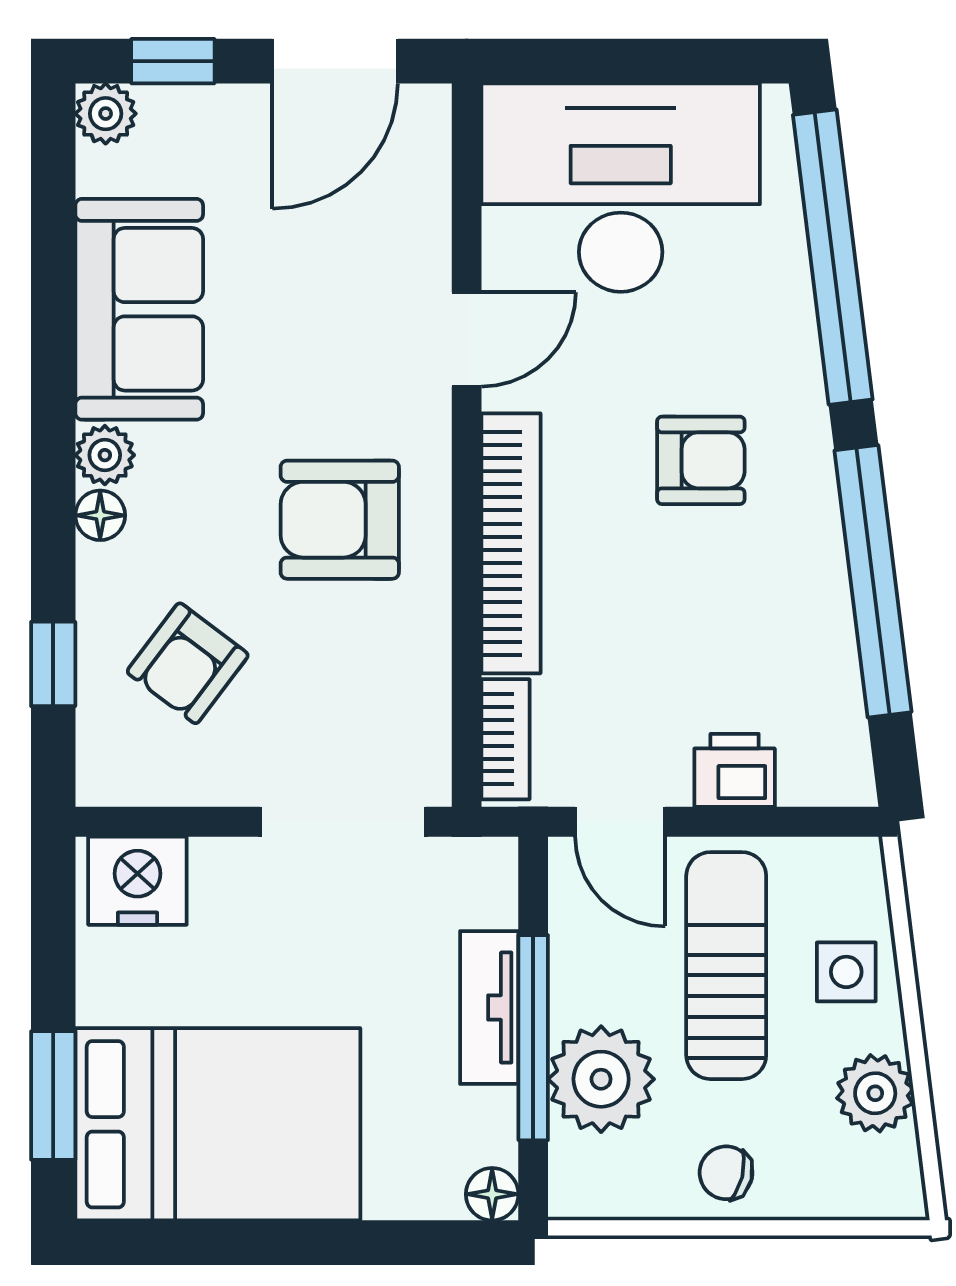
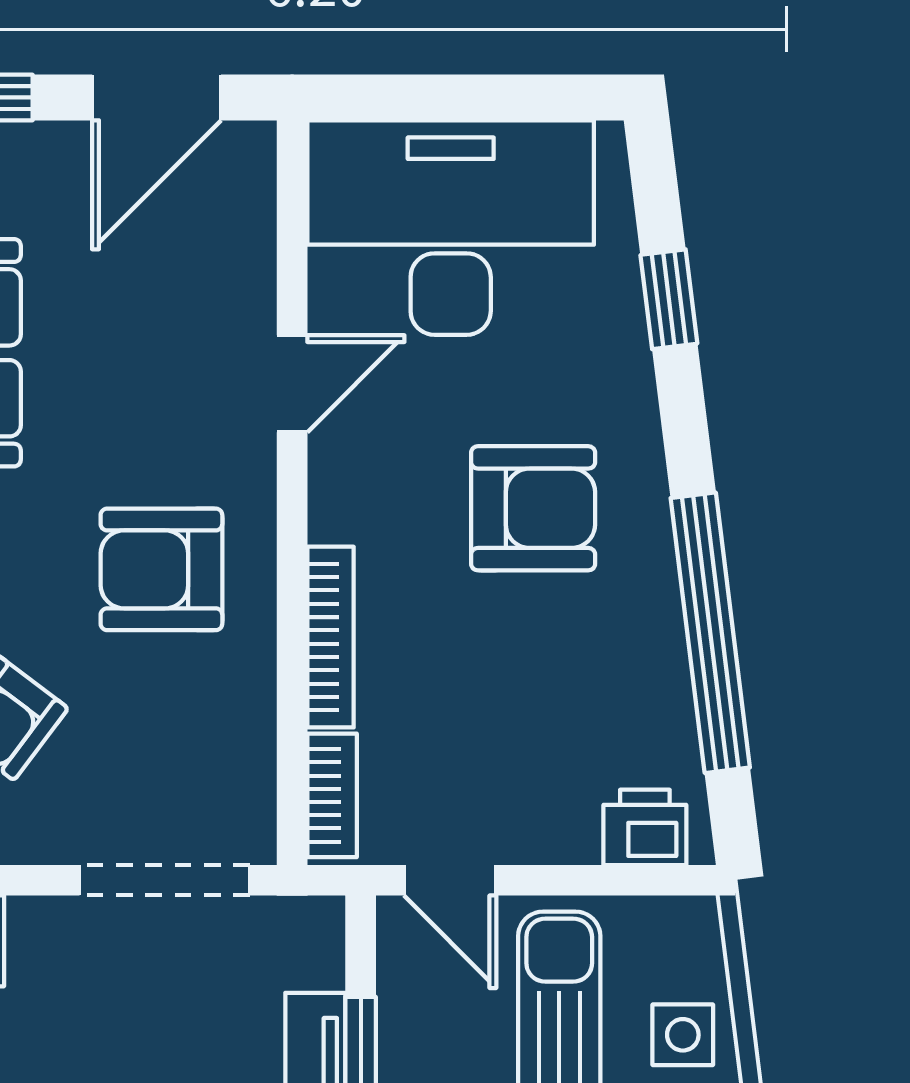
window: (833, 257) -> (669, 299), width x0.32
armchair: (701, 460) -> (533, 508), width x1.38, depth x1.38
bookcase: (511, 543) -> (331, 637), width x0.68, depth x0.76
printer: (735, 770) -> (645, 827), moved

